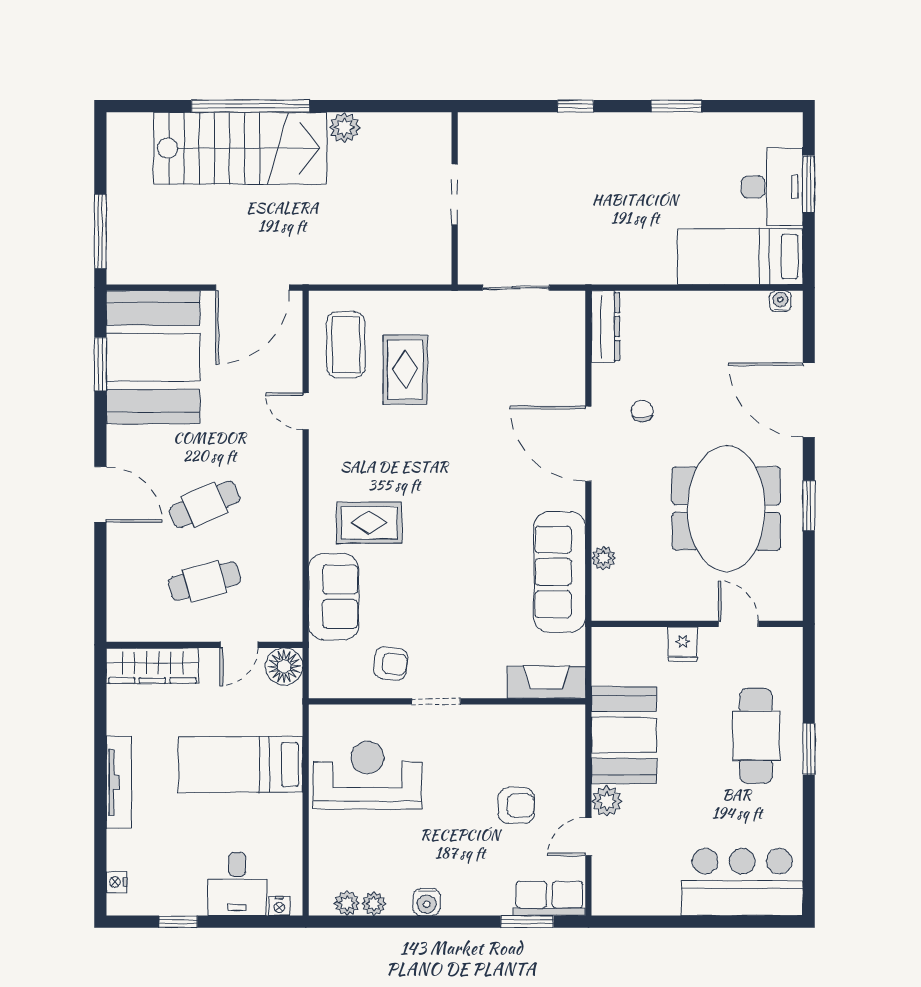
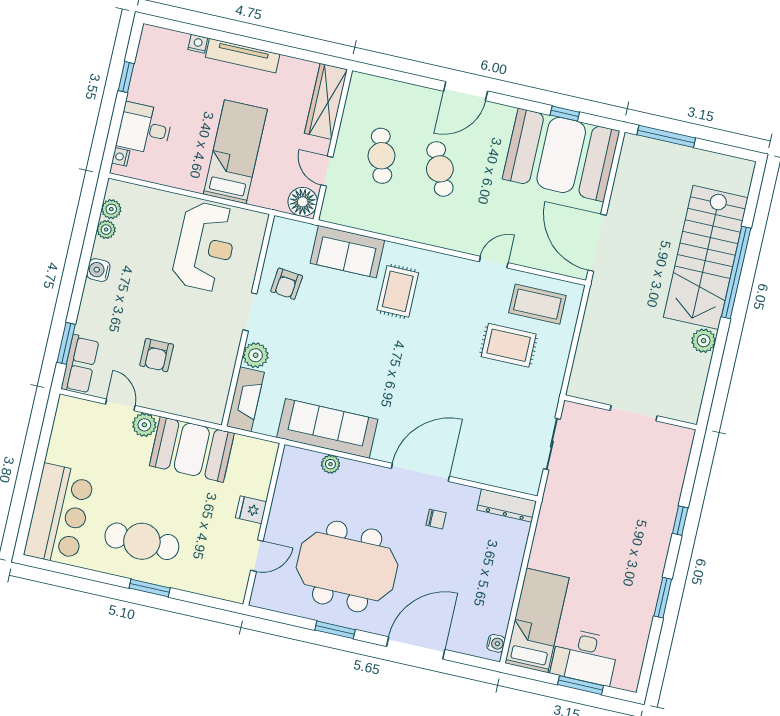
window: (100, 364) -> (565, 114), width x0.67
plant: (489, 682) -> (256, 355), added
cafe table: (756, 736) -> (142, 541), moved
nightstand: (116, 882) -> (198, 44), moved

